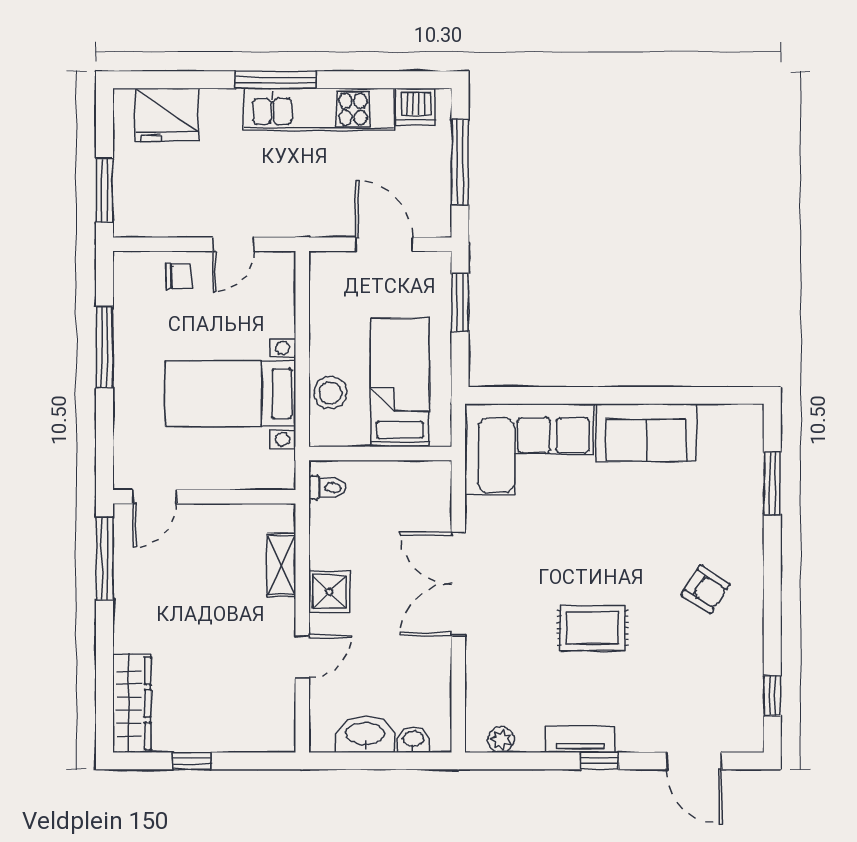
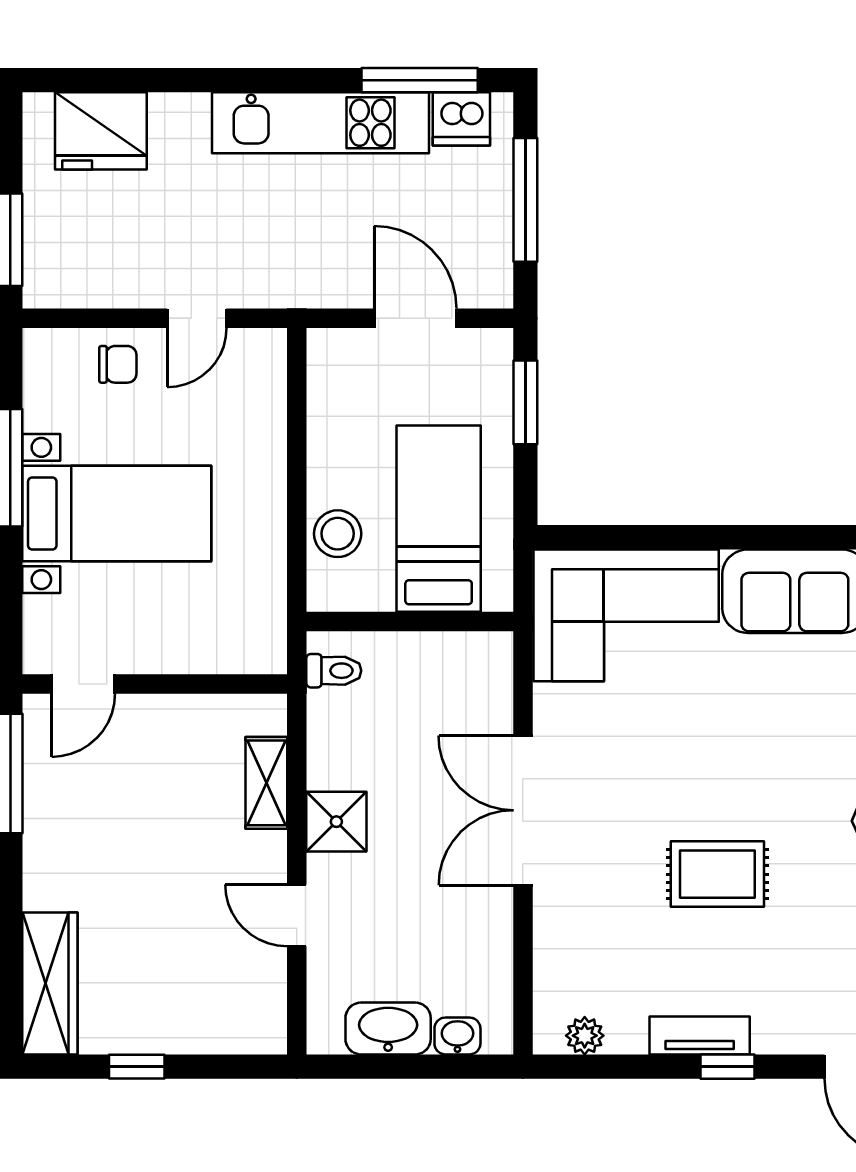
window: (276, 80) -> (420, 80), moved
bed with nightstands: (230, 394) -> (117, 514), moved, turned 180
door: (302, 657) -> (297, 916), swing flipped

